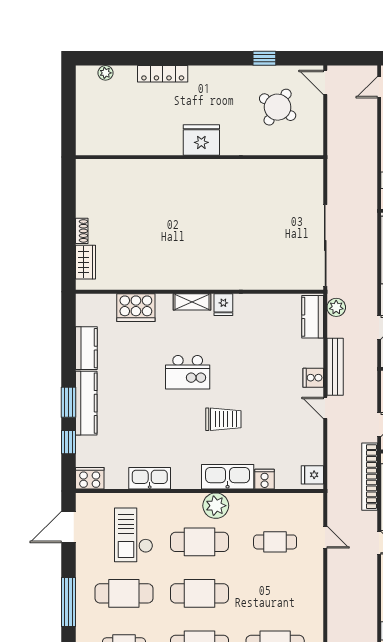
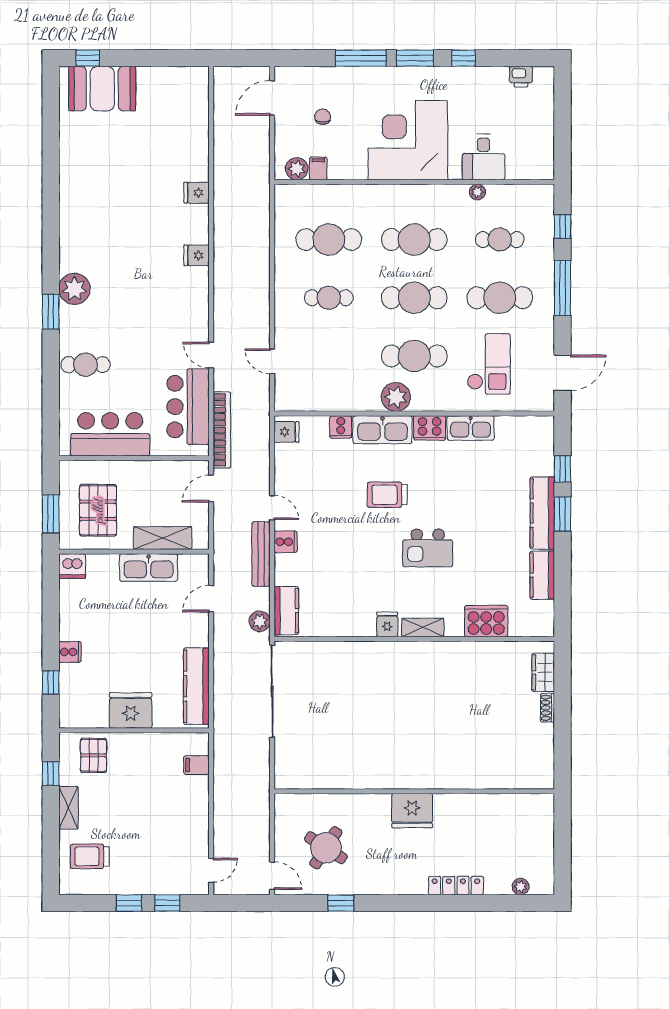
kitchen island: (188, 372) -> (428, 548), turned 180
cooker: (90, 478) -> (430, 428), moved
cafe table: (275, 542) -> (329, 298), moved

